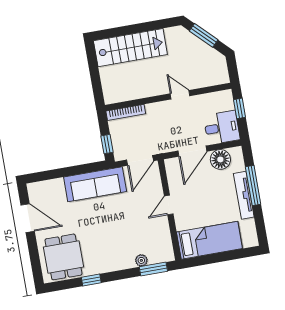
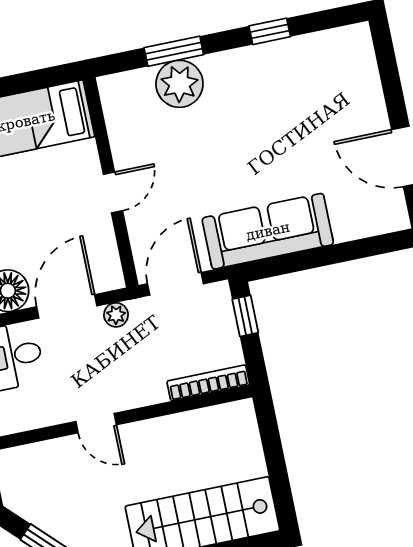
plant: (169, 146) -> (116, 315), added
dining table: (63, 257) -> (329, 78), removed
plant: (141, 260) -> (179, 84), width x1.88, depth x1.88
window: (153, 269) -> (174, 51), moved

